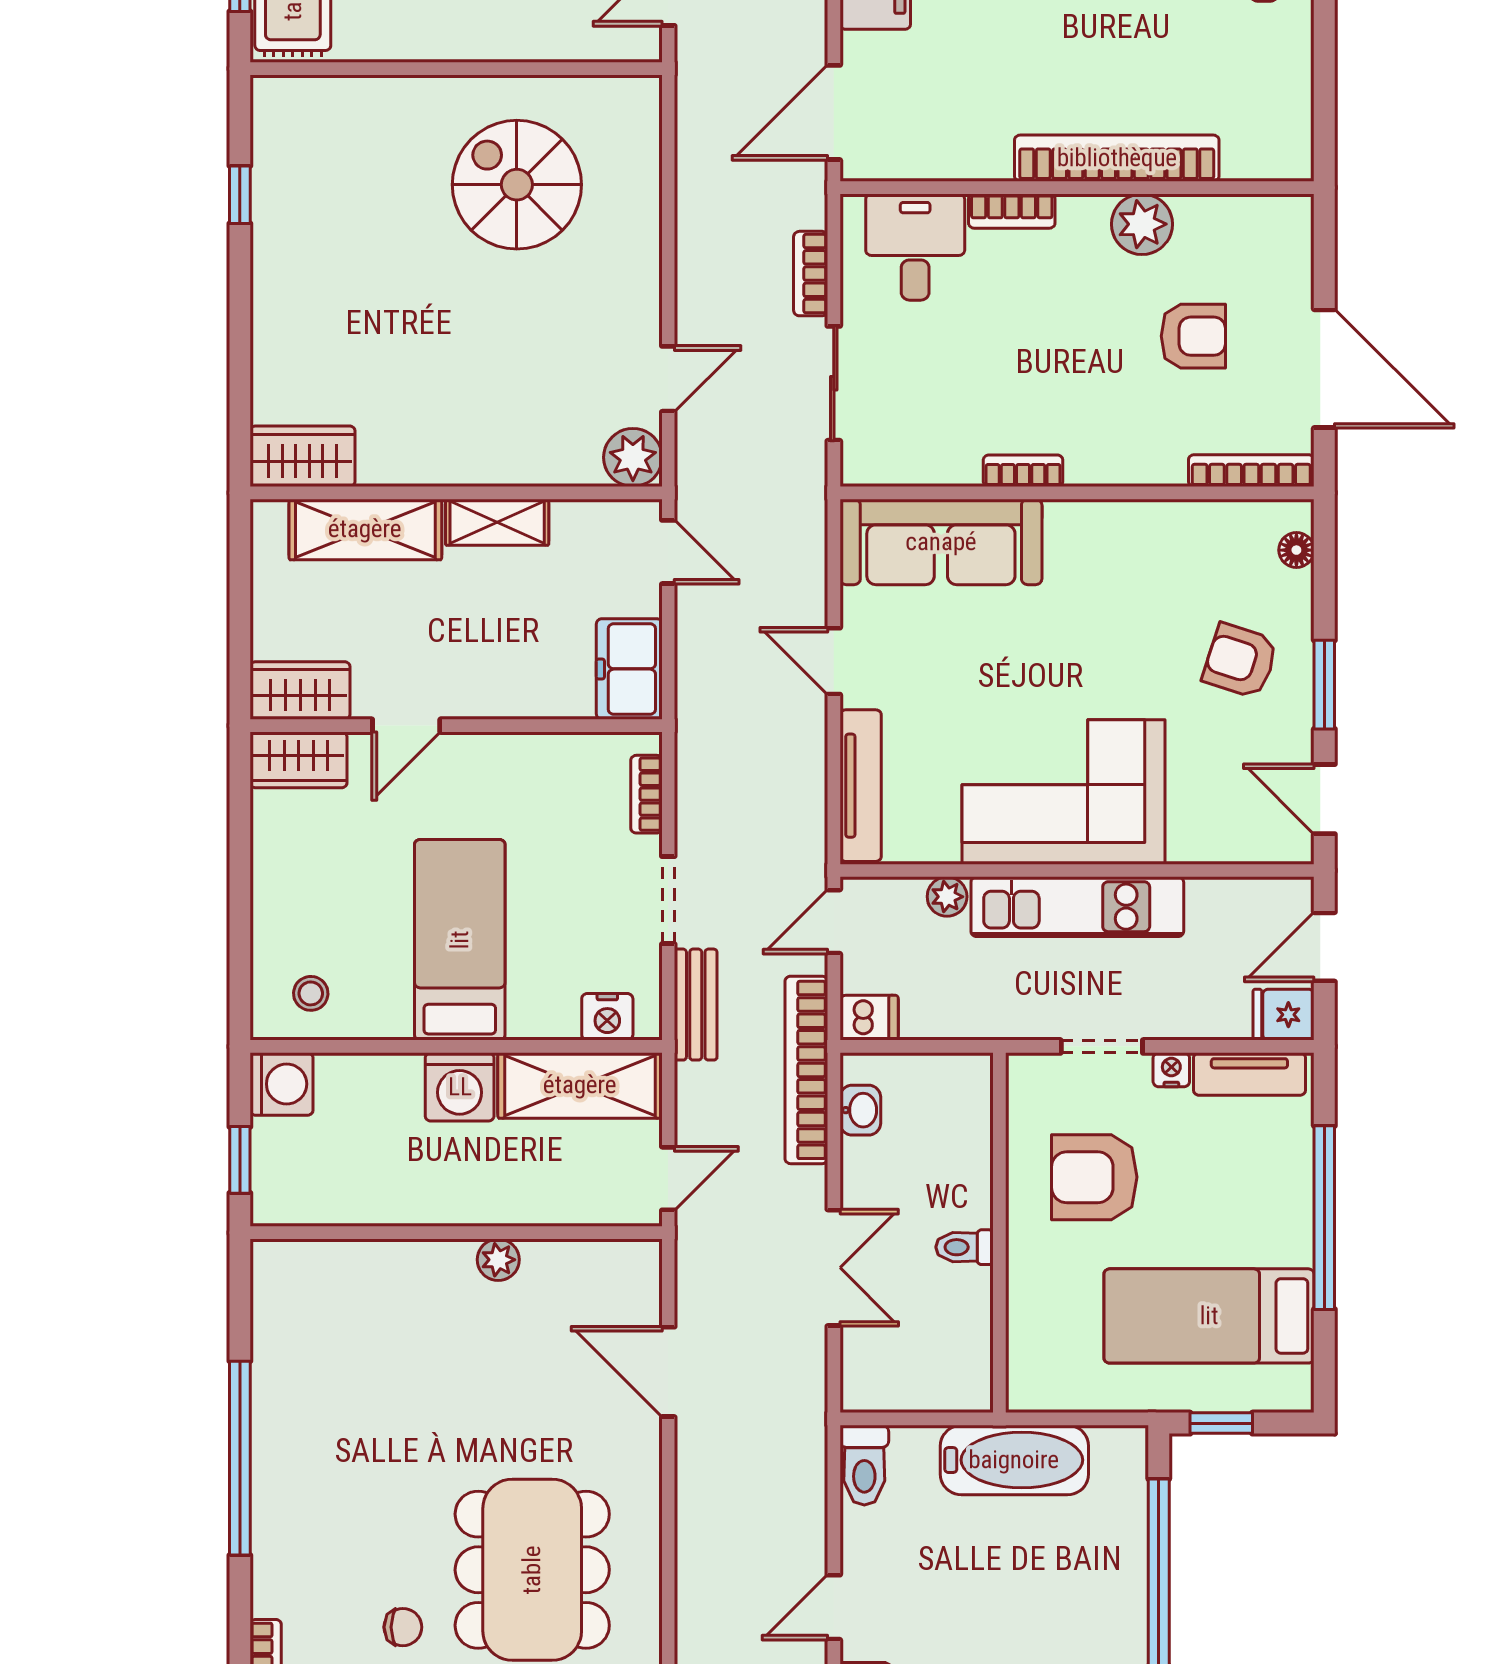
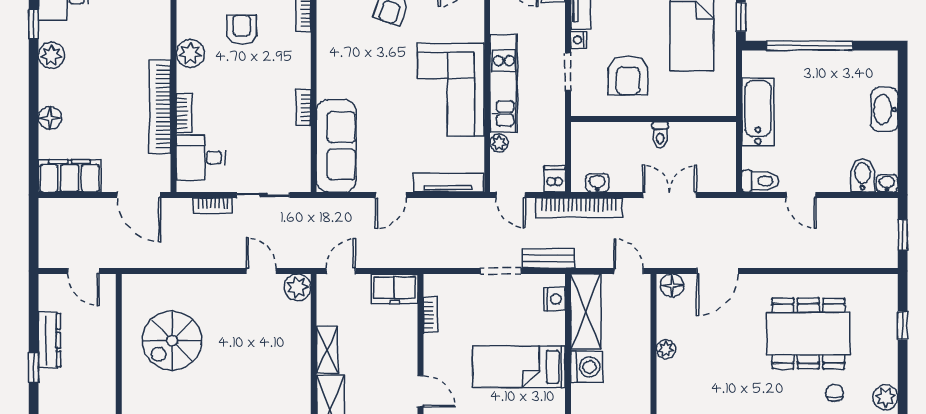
bookcase: (1117, 158) -> (160, 107), moved
bookcase: (646, 794) -> (431, 315), moved, turned -90
floor lamp: (637, 1273) -> (672, 285), added
door: (834, 1607) -> (801, 195), moved

